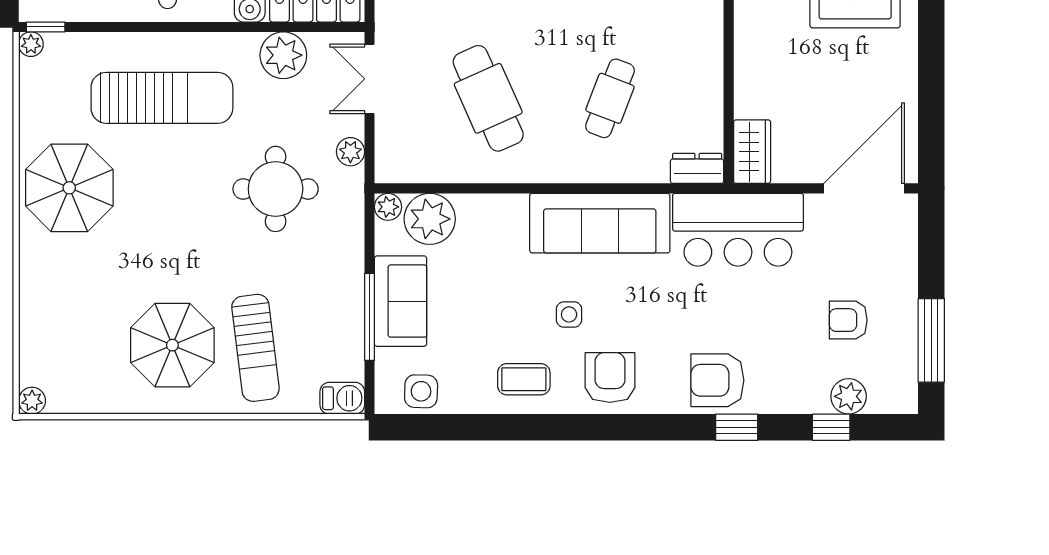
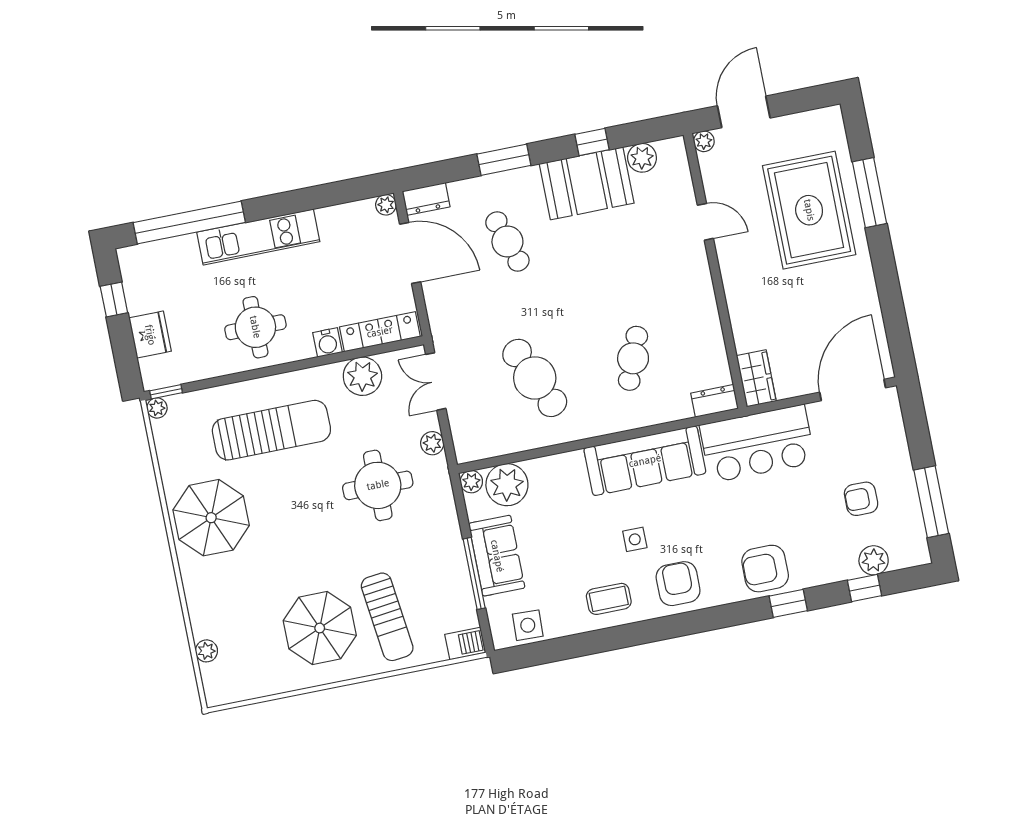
plant: (32, 401) -> (206, 651), moved

